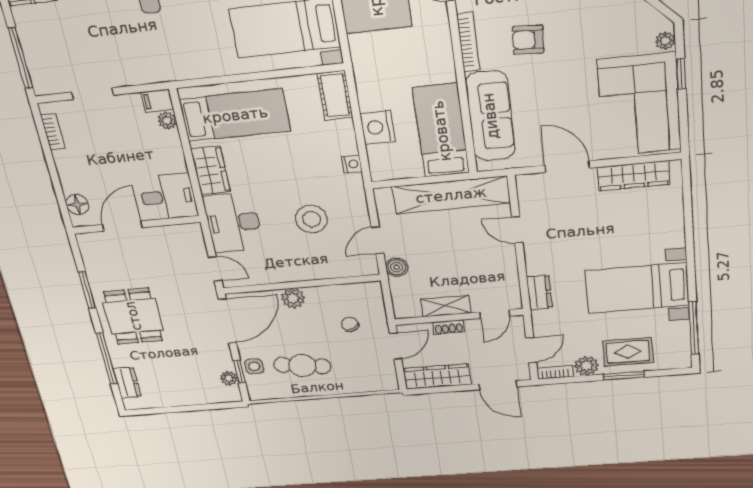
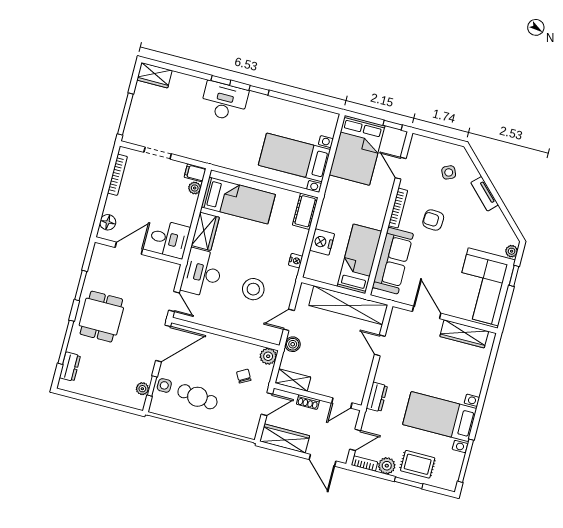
bookcase: (53, 132) -> (117, 175), width x1.56
plant: (293, 298) -> (268, 356), moved
shelving: (446, 306) -> (293, 380), moved

